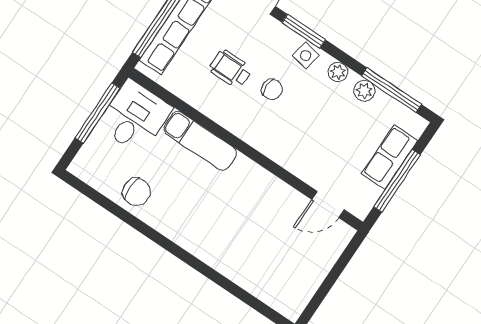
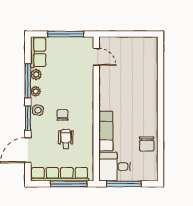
wheelchair: (230, 69) -> (66, 139), turned 180
window: (391, 90) -> (28, 81), moved
row of seats: (390, 157) -> (38, 52), moved, turned -90
chair: (137, 192) -> (147, 144), turned 180

